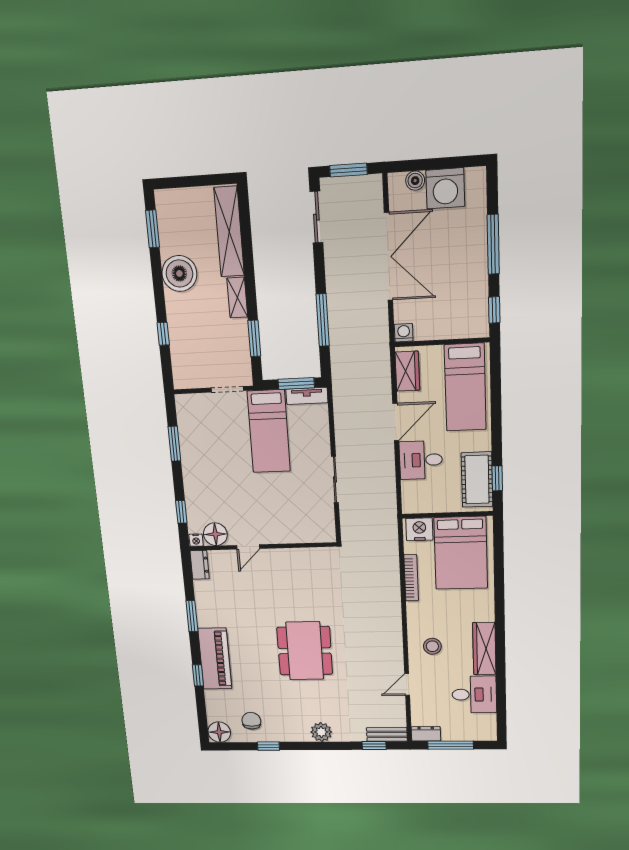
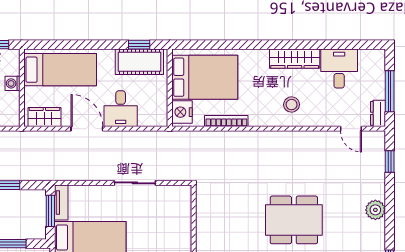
washing machine: (404, 333) -> (13, 83), moved
door: (407, 685) -> (351, 129), moved
bench: (387, 734) -> (378, 149), removed

